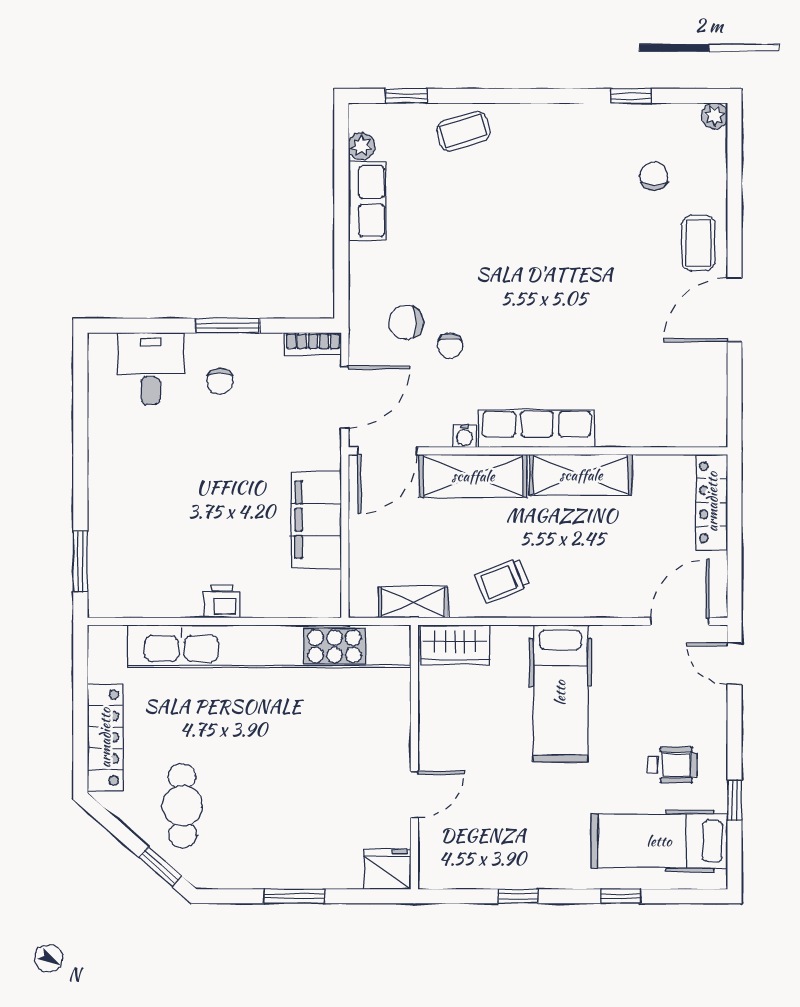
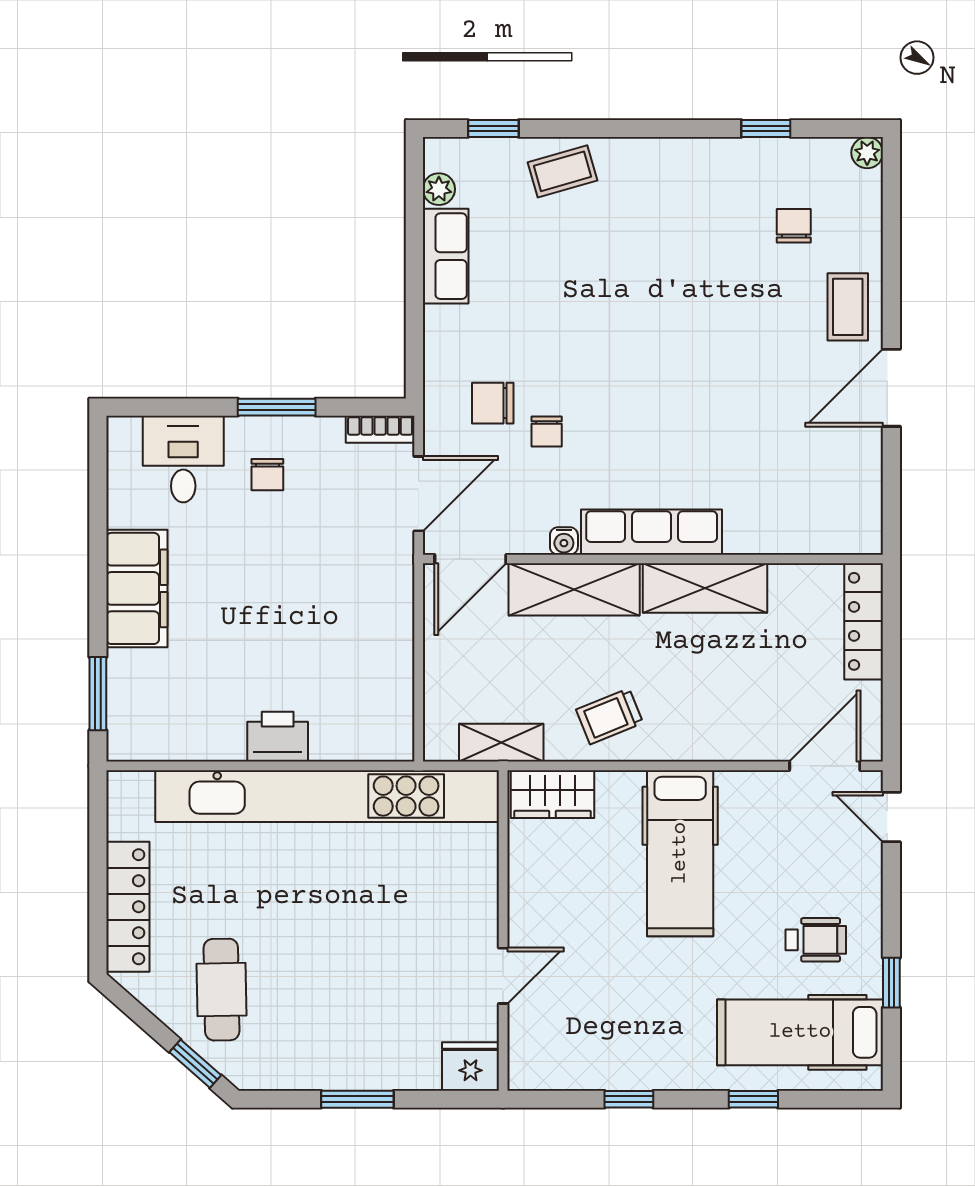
filing cabinet: (316, 520) -> (137, 588), moved, turned 180
printer: (222, 601) -> (278, 737), width x1.36, depth x1.24

